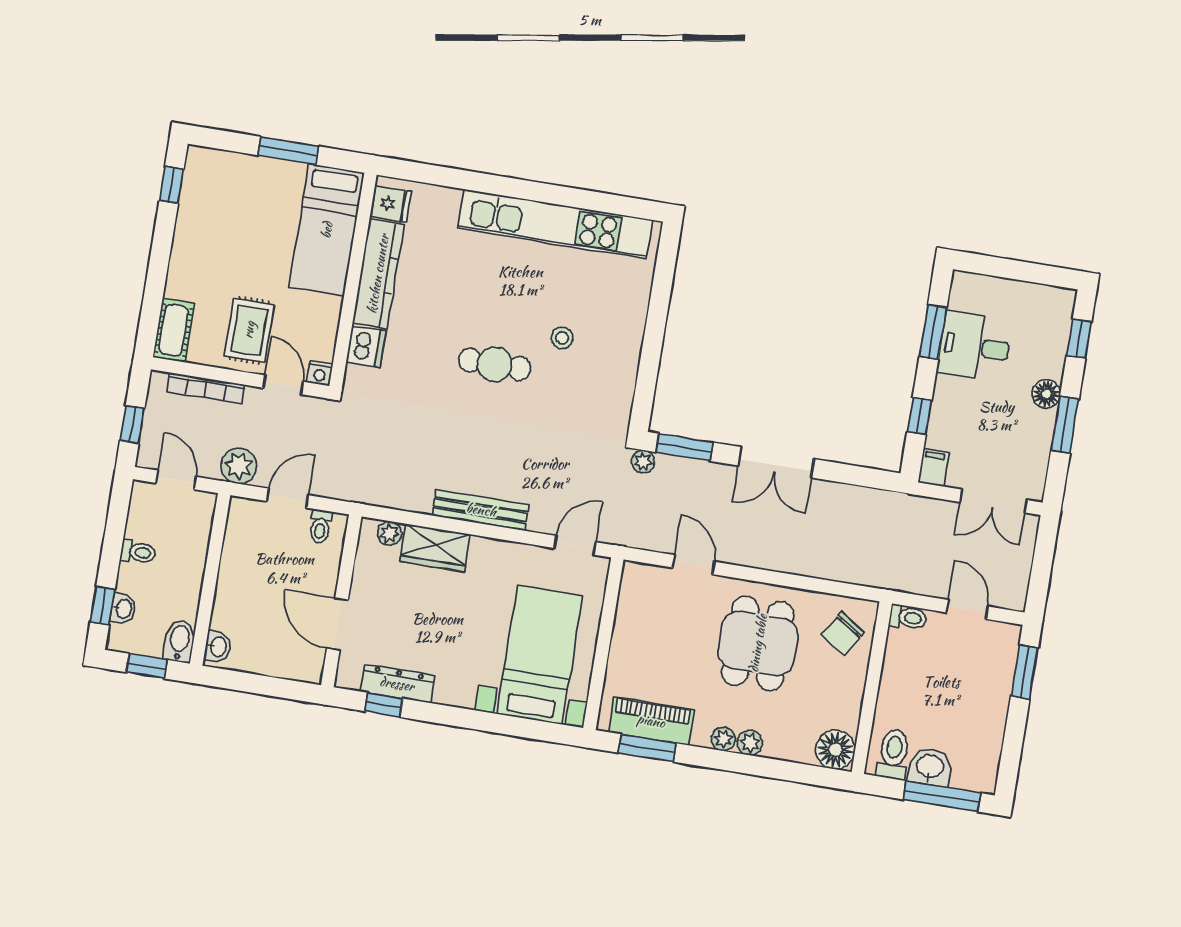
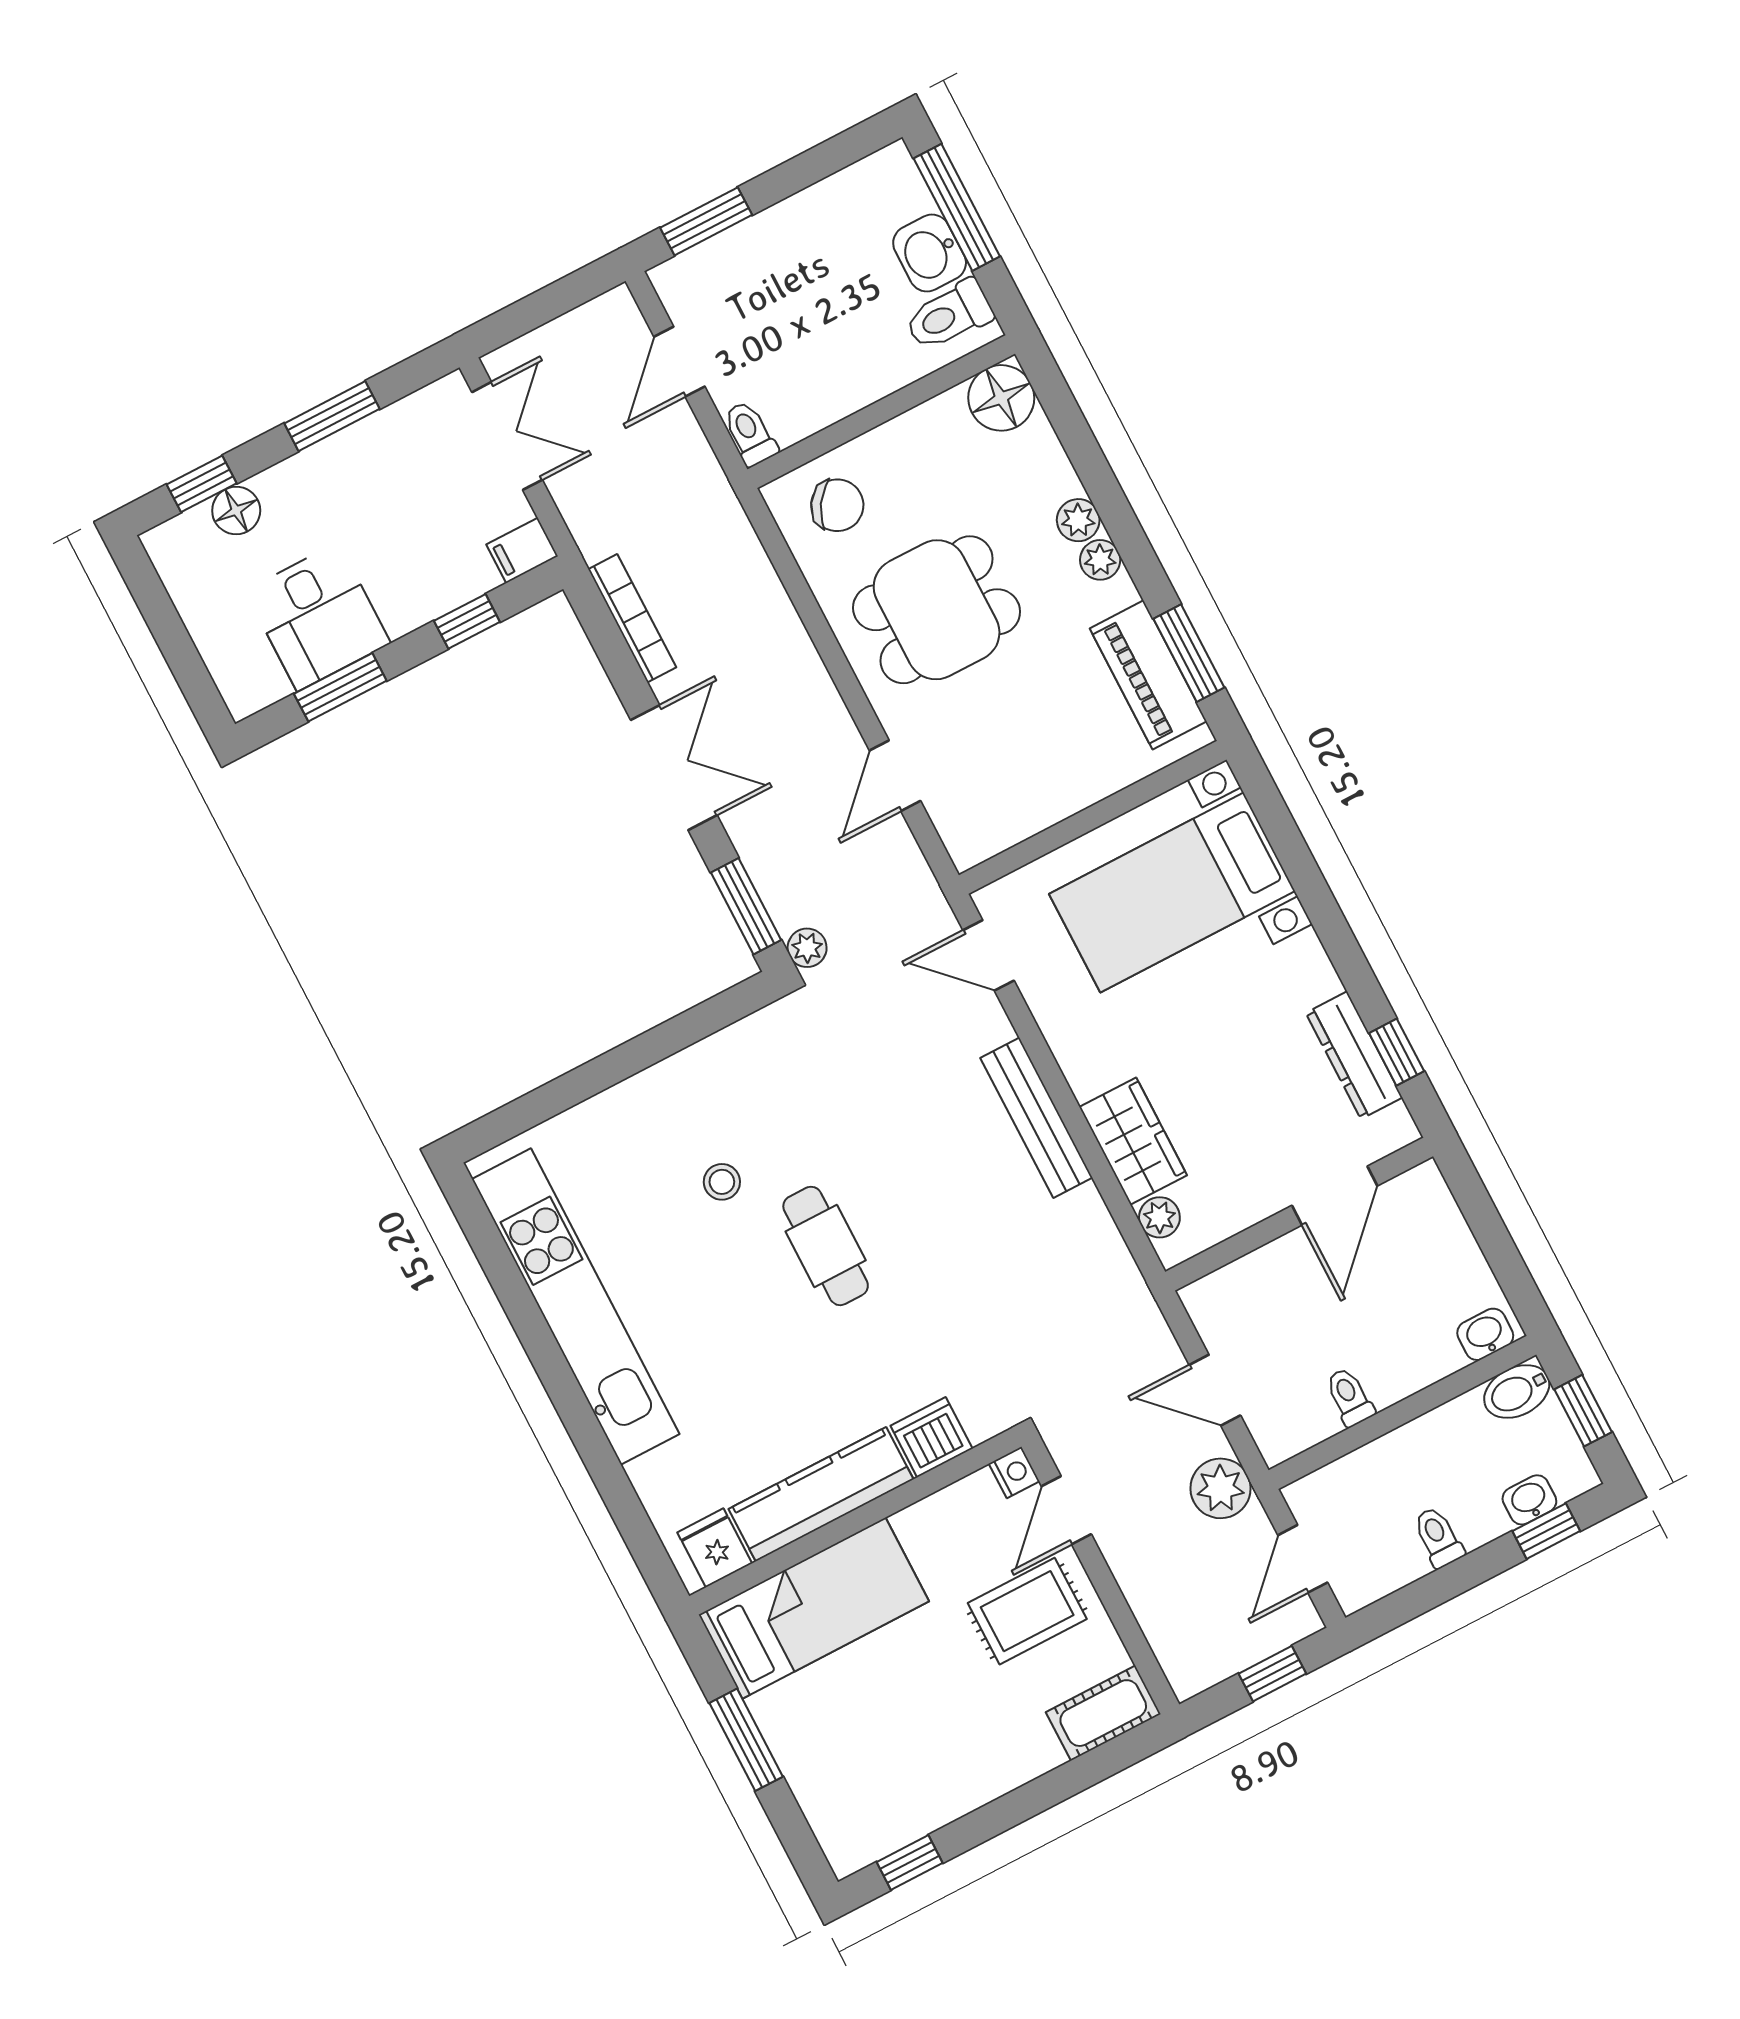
bookcase: (206, 388) -> (632, 618), moved
floor lamp: (1046, 394) -> (236, 510), moved
toilet: (320, 527) -> (1349, 1397), moved, turned -90

